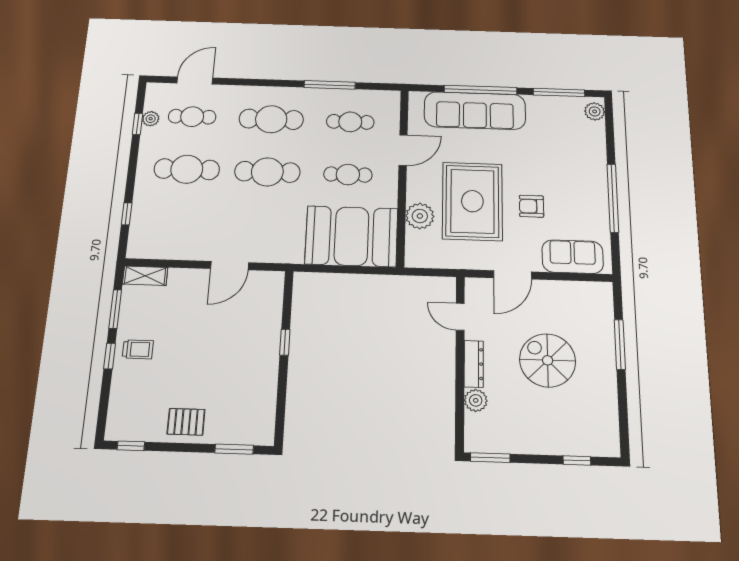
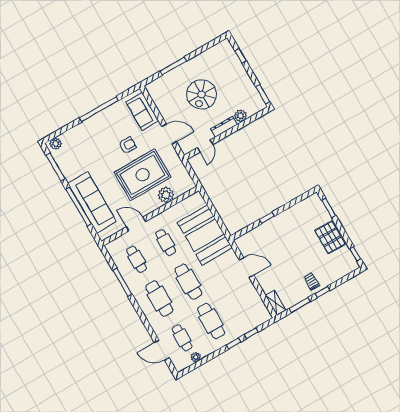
window: (138, 124) -> (234, 343), moved
armchair: (531, 206) -> (128, 145), turned -90
booth: (351, 236) -> (205, 235), moved
pallet: (186, 422) -> (330, 237), width x1.50, depth x1.42

